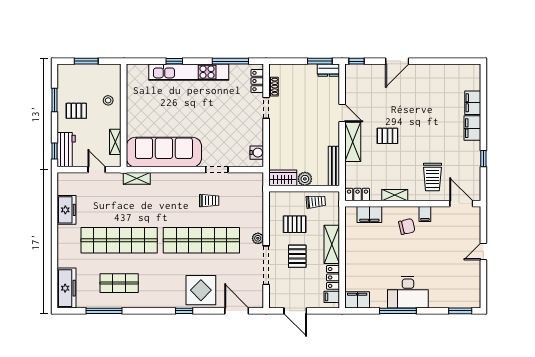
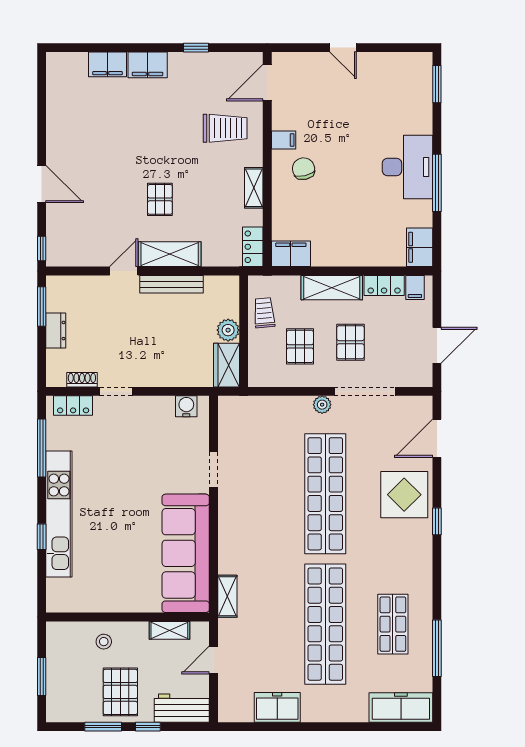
dresser: (328, 70) -> (56, 331), moved
pallet: (76, 111) -> (120, 692), width x1.50, depth x1.42
window: (54, 151) -> (148, 727), moved
bench: (334, 166) -> (172, 284), moved
trolley: (209, 201) -> (262, 482), removed
filing cabinet: (369, 215) -> (291, 254), moved, turned -90
pallet: (297, 256) -> (350, 342), turned 90

